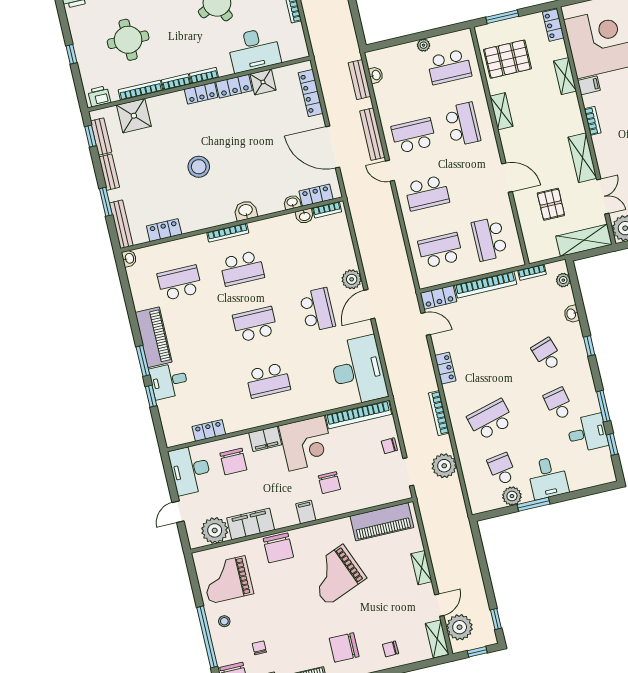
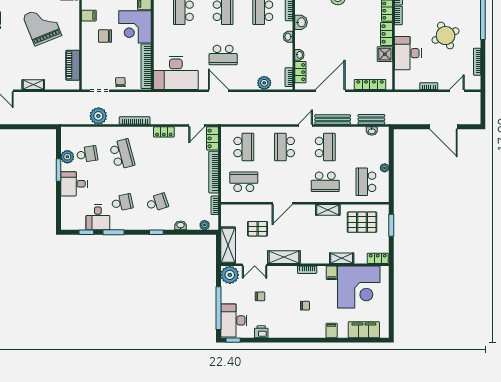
pallet: (507, 59) -> (362, 222), turned 90
washbasin: (305, 216) -> (288, 37), moved
plant: (352, 279) -> (264, 83), moved
piano: (382, 522) -> (73, 65), width x0.73, depth x0.75

